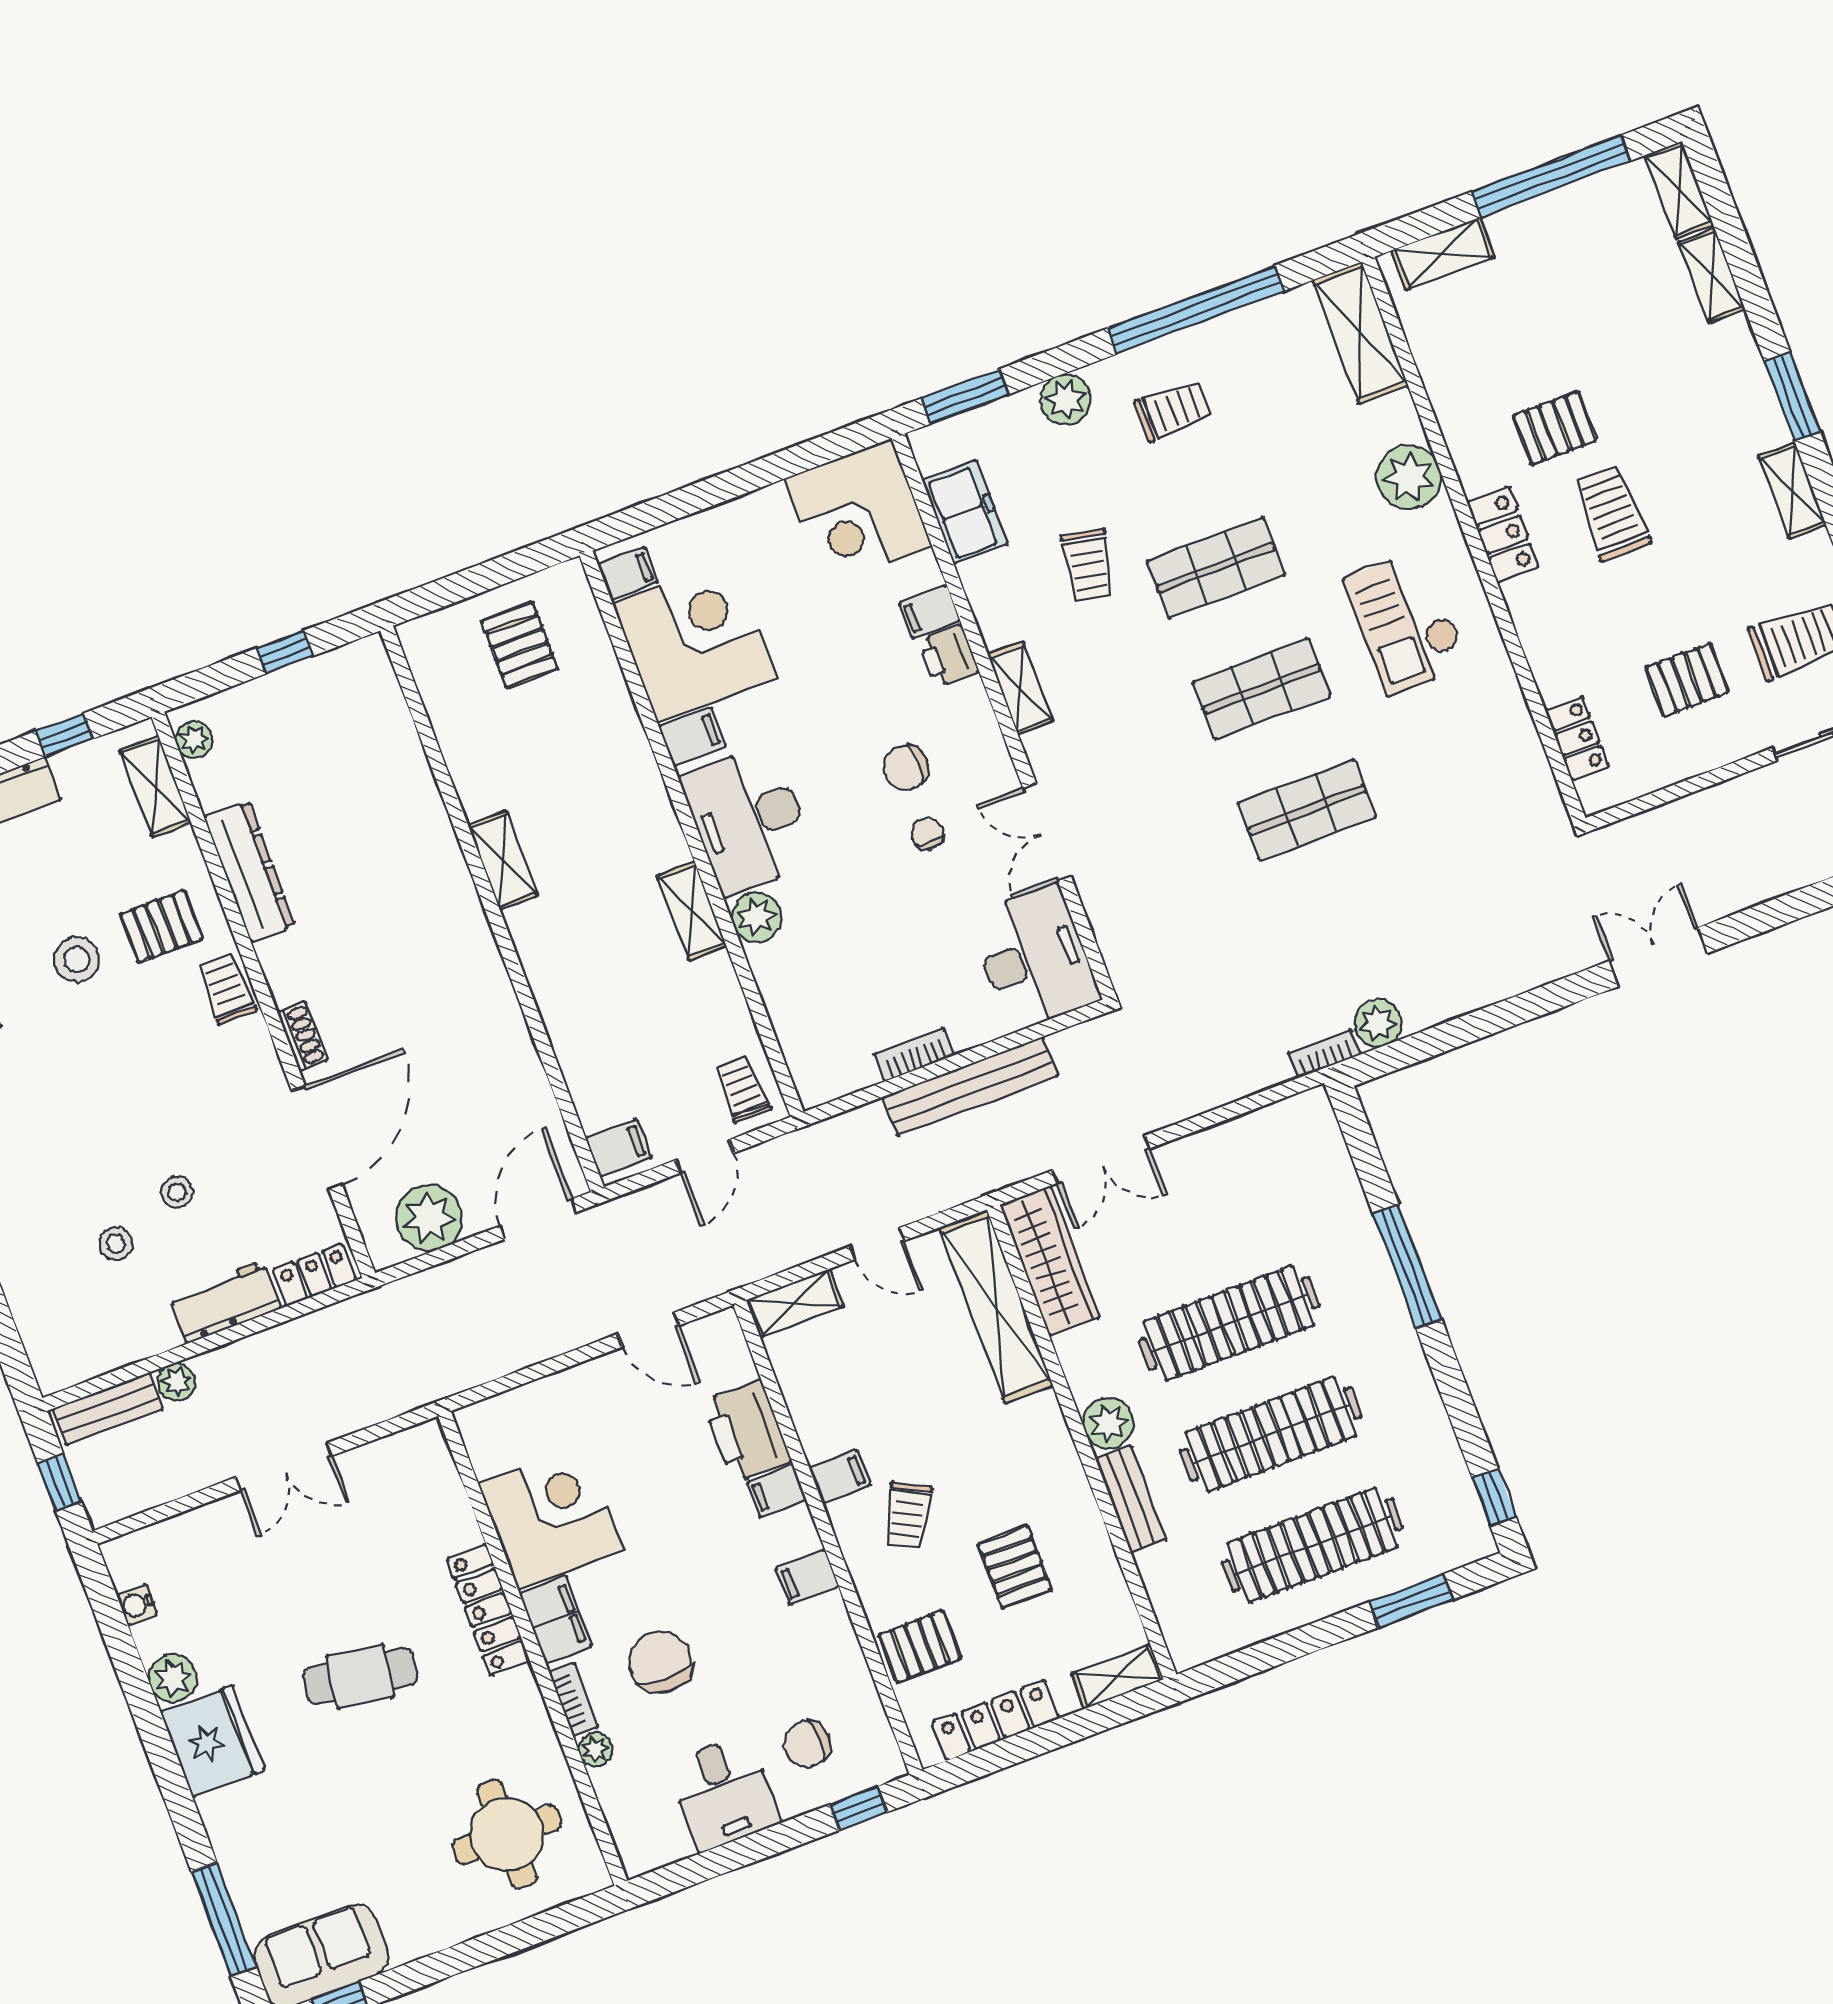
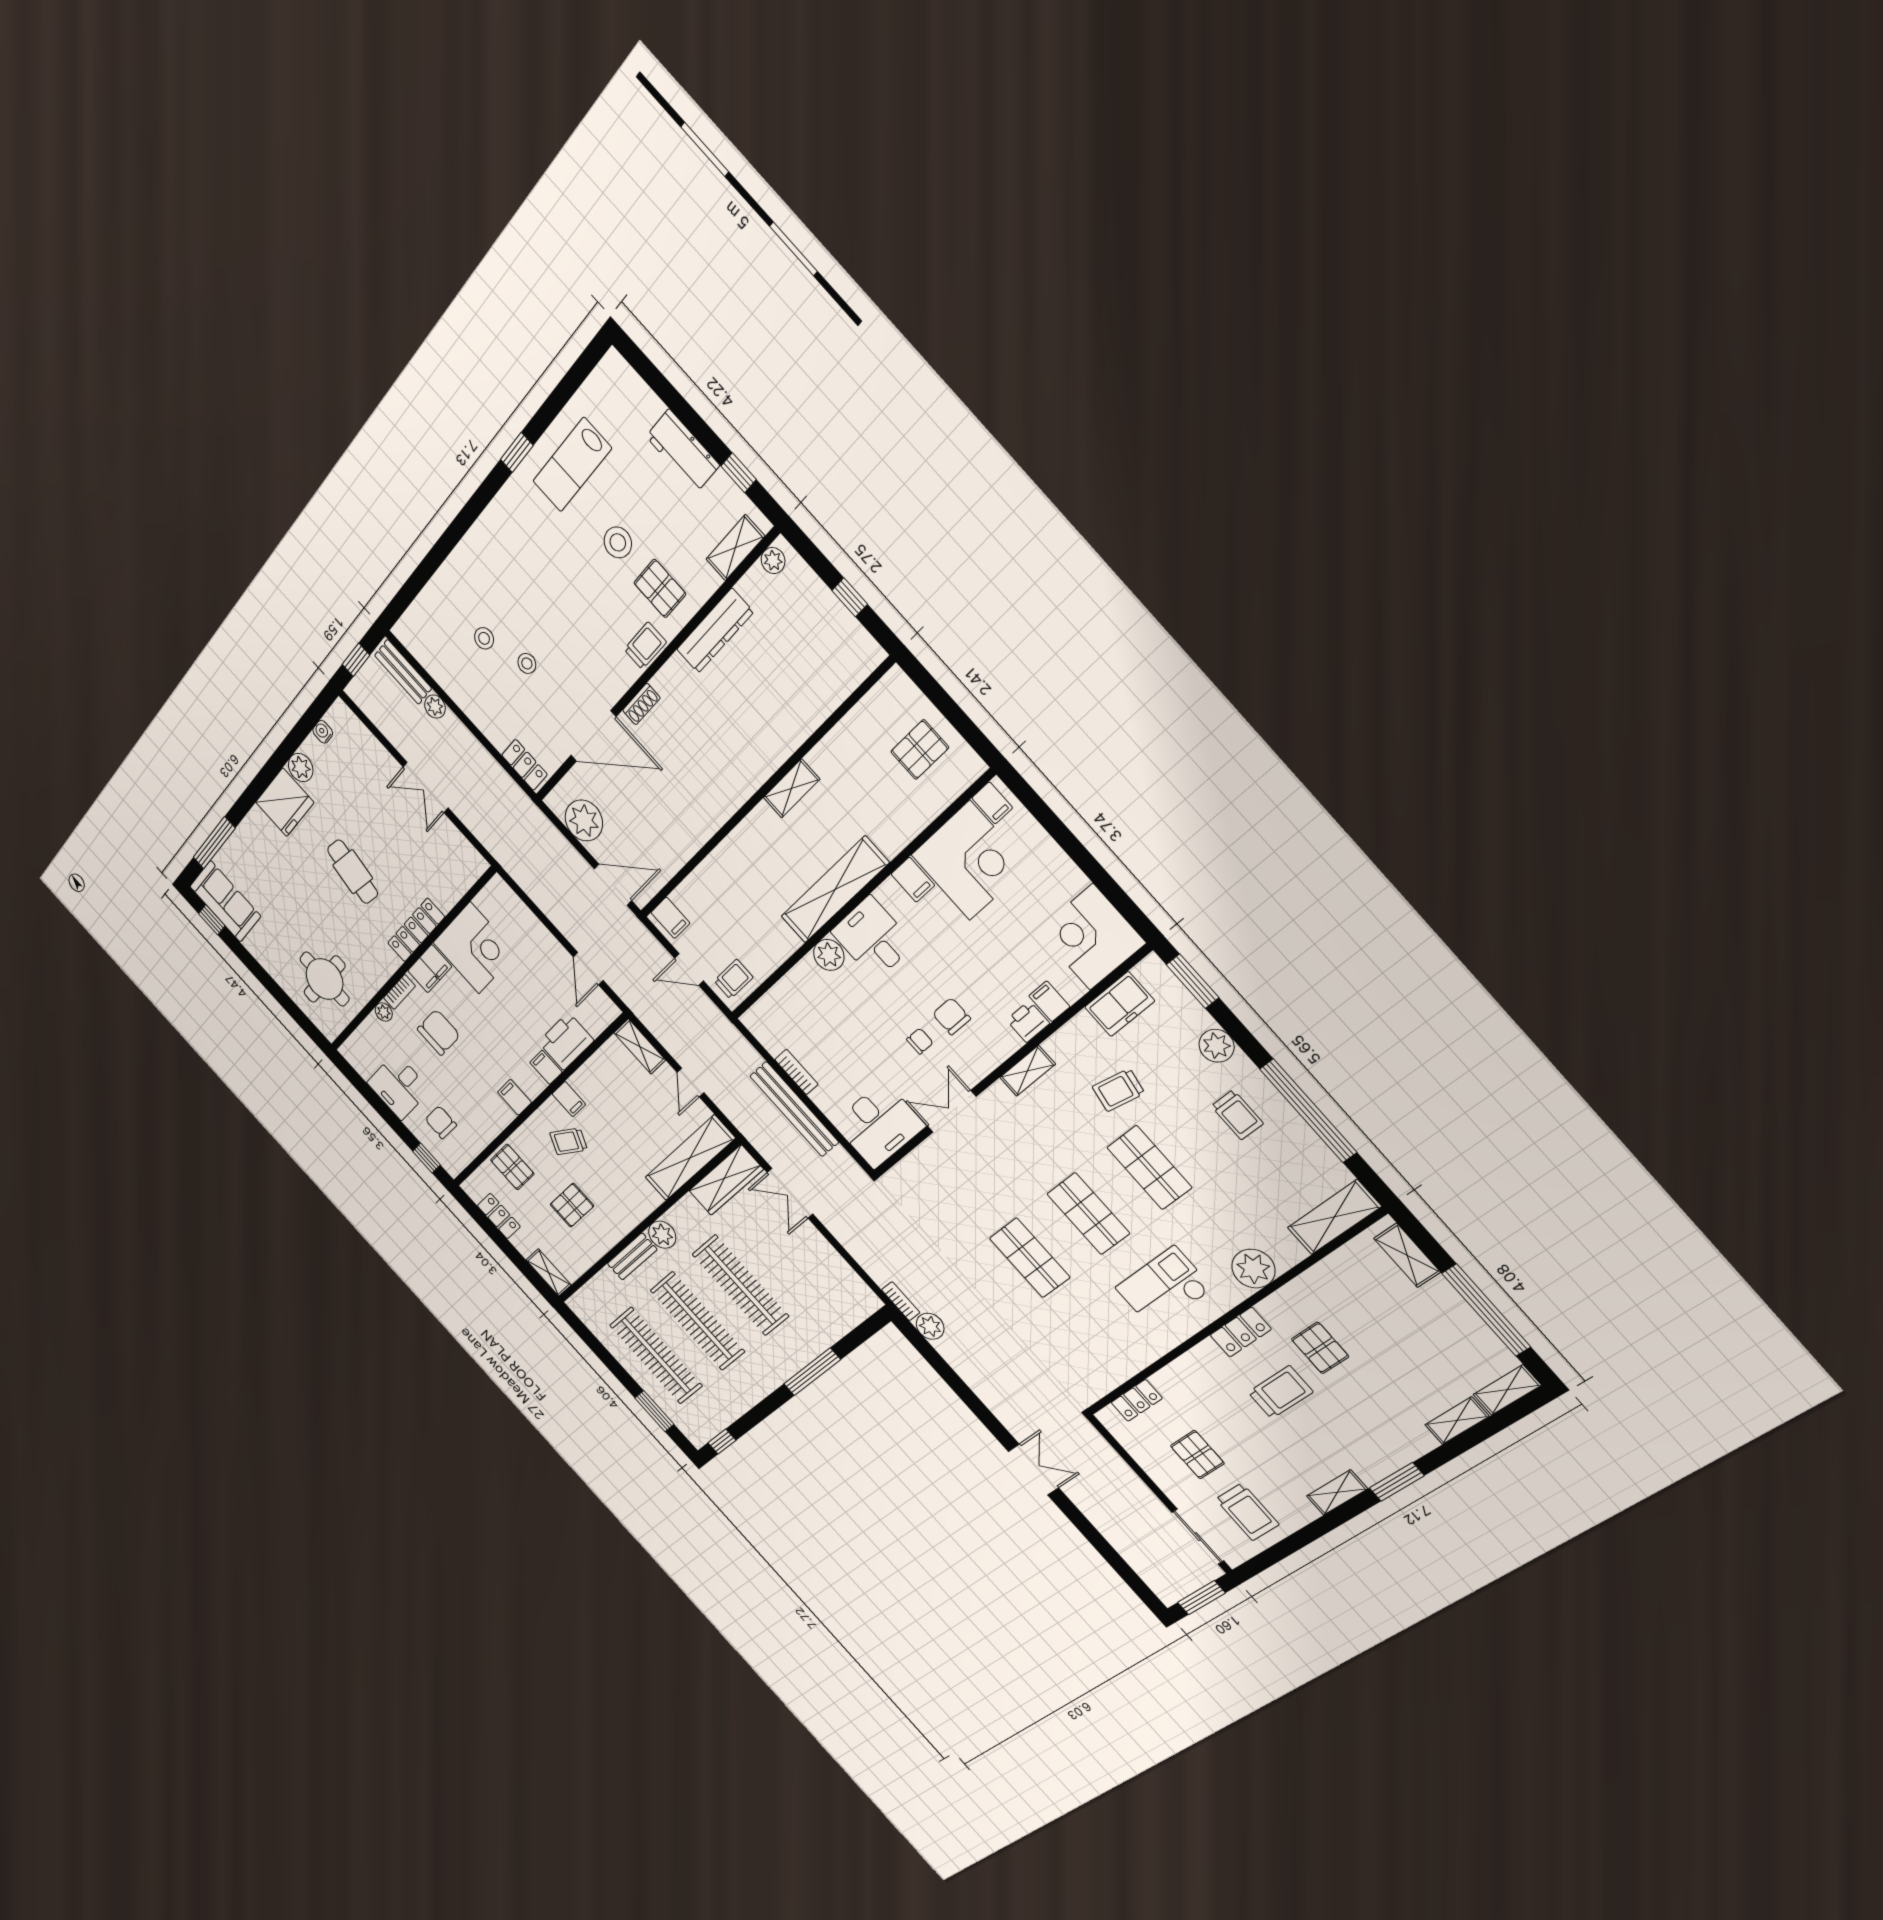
desk: (748, 820) -> (873, 938), width x0.73
shelving: (692, 911) -> (835, 890), width x2.20, depth x1.33
workbench: (225, 1302) -> (487, 718), removed
locker: (995, 1720) -> (499, 1216), width x0.66

